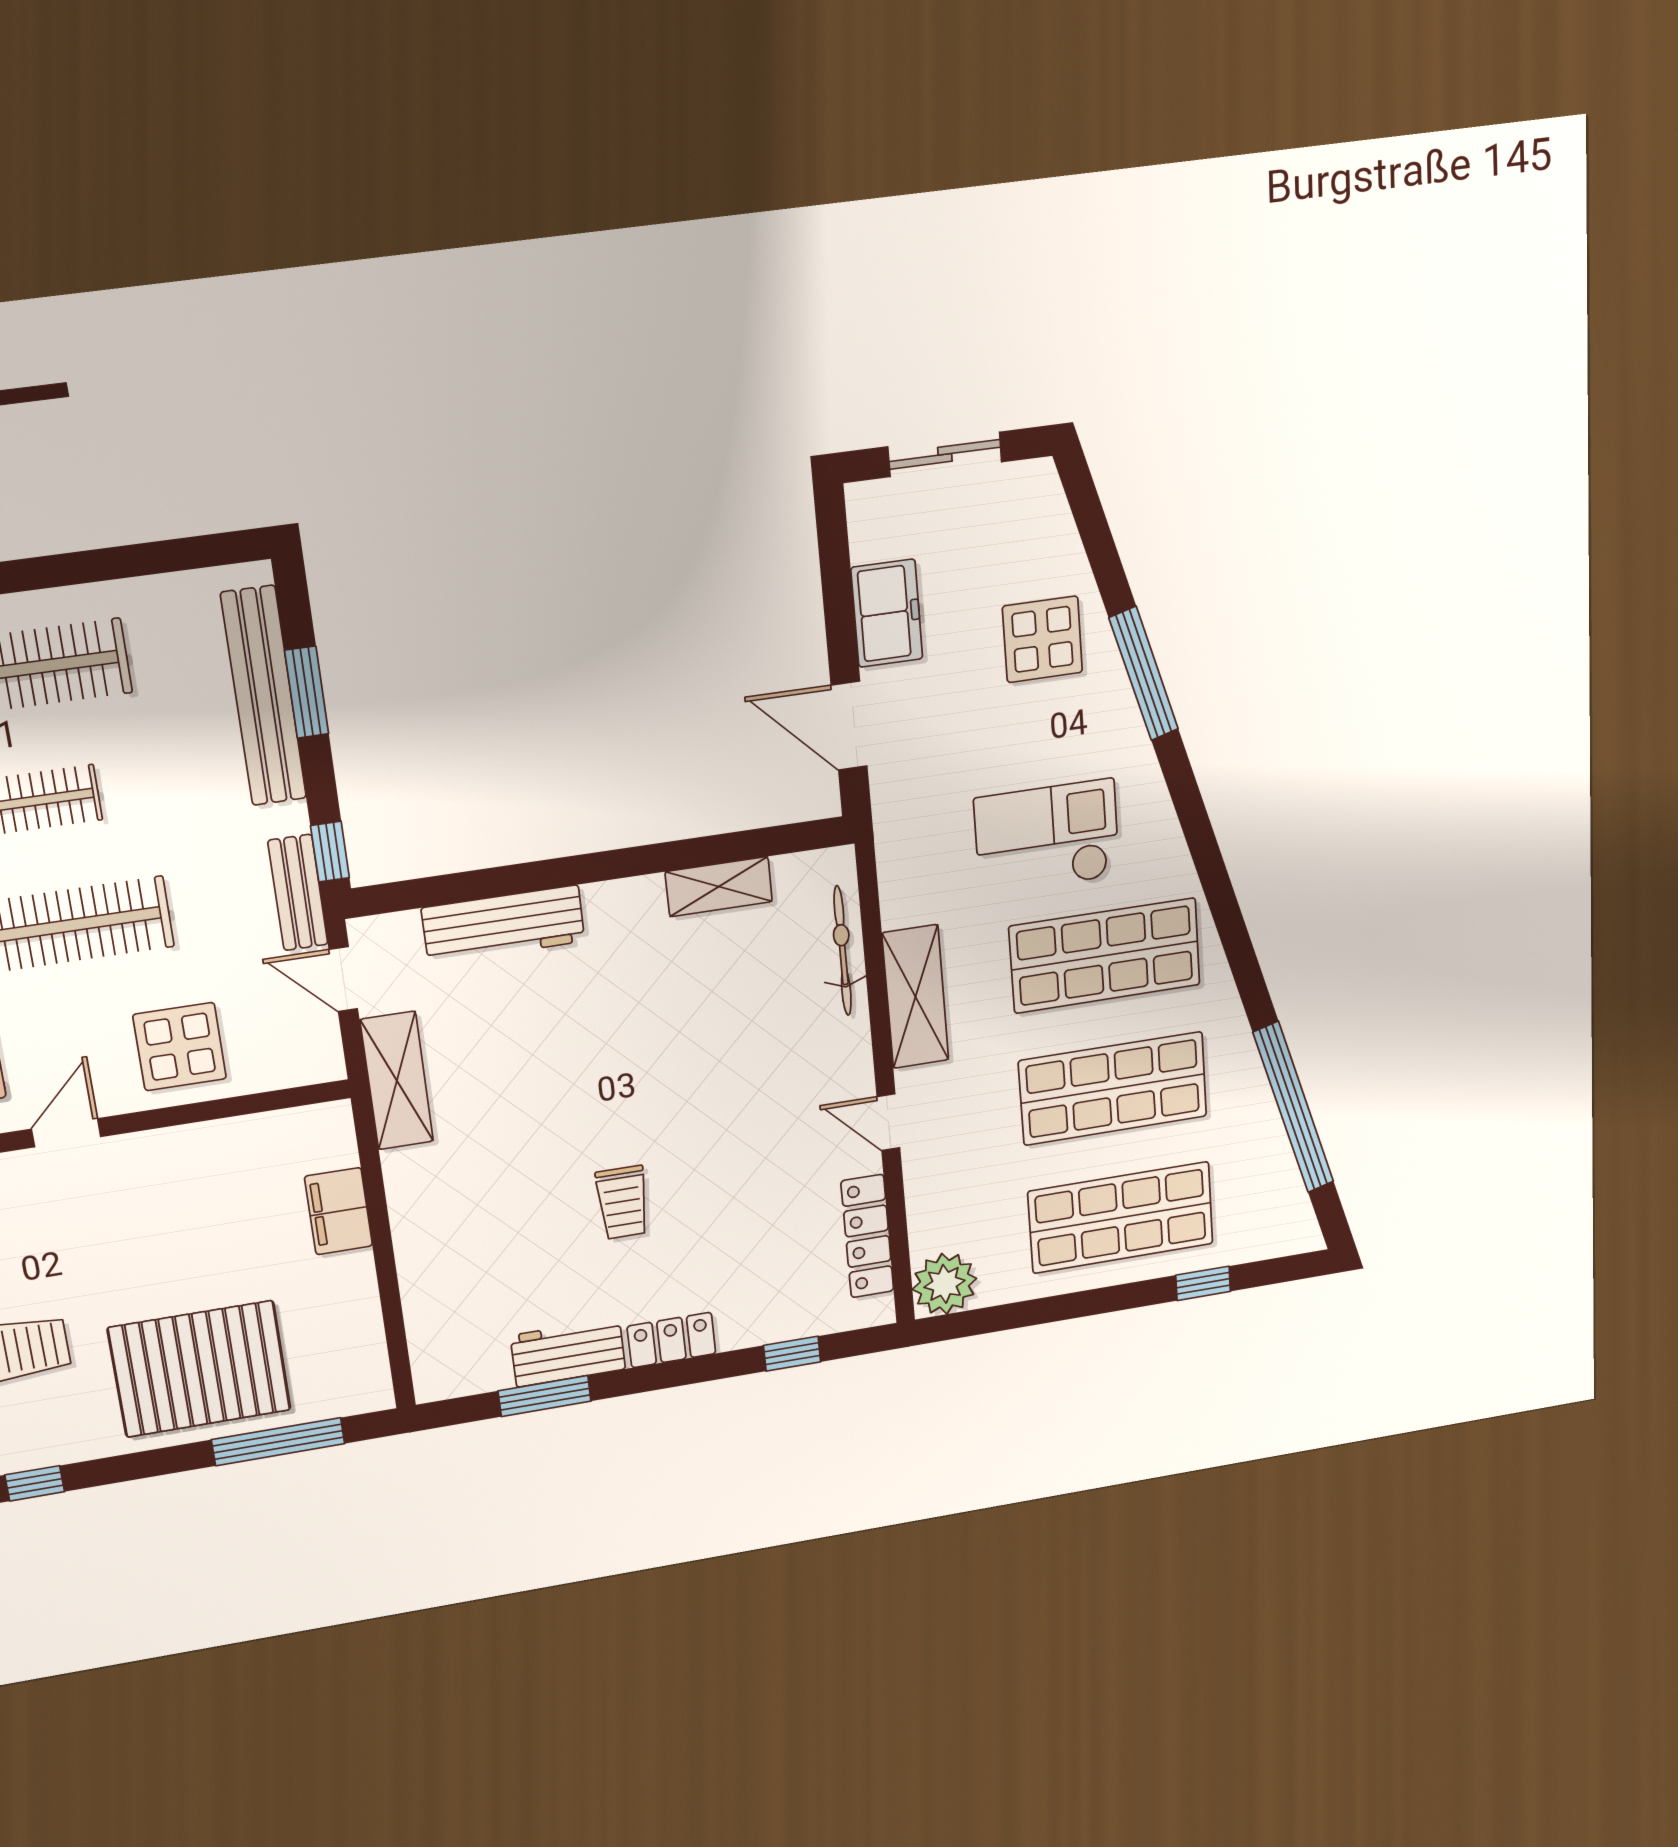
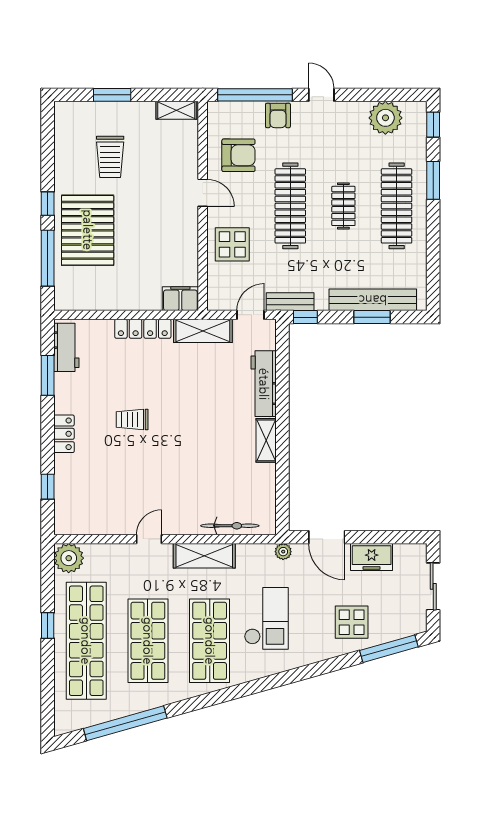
window: (1144, 674) -> (389, 649), moved
door: (849, 726) -> (327, 537), swing flipped
plant: (891, 821) -> (283, 552), added
shelving: (719, 887) -> (266, 440), moved
filing cabinet: (338, 1211) -> (180, 299), moved
shop shelf: (1121, 1218) -> (86, 641), width x1.40
locker: (867, 1236) -> (143, 329), moved, turned 180
window: (1203, 1283) -> (48, 626), moved
workbench: (568, 1352) -> (66, 347), moved
window: (35, 1483) -> (48, 204), moved

